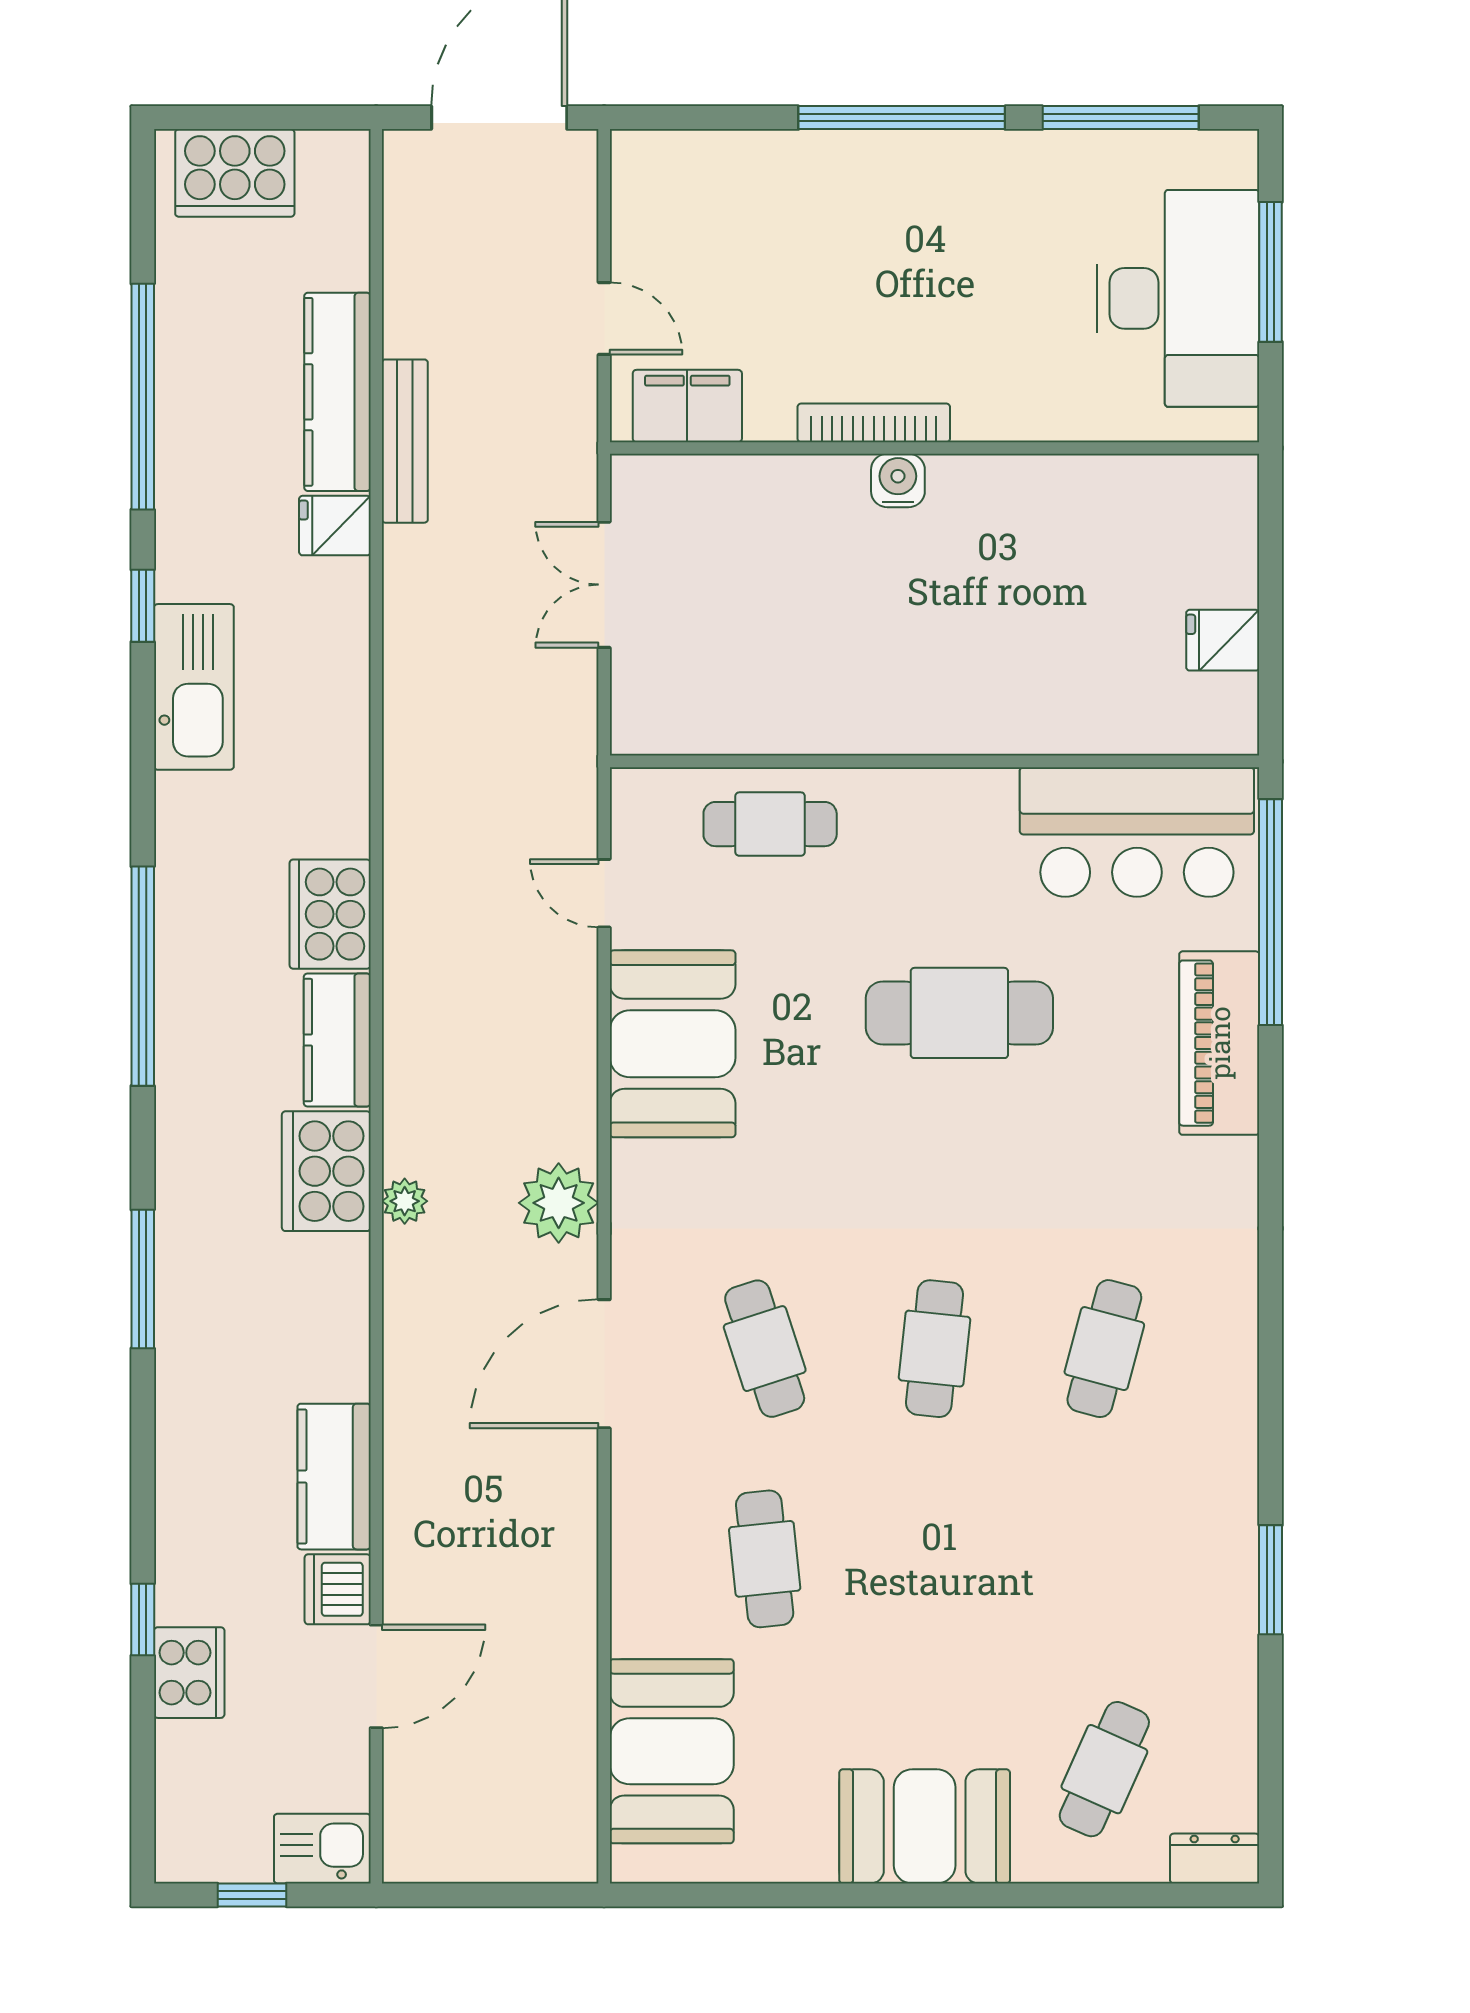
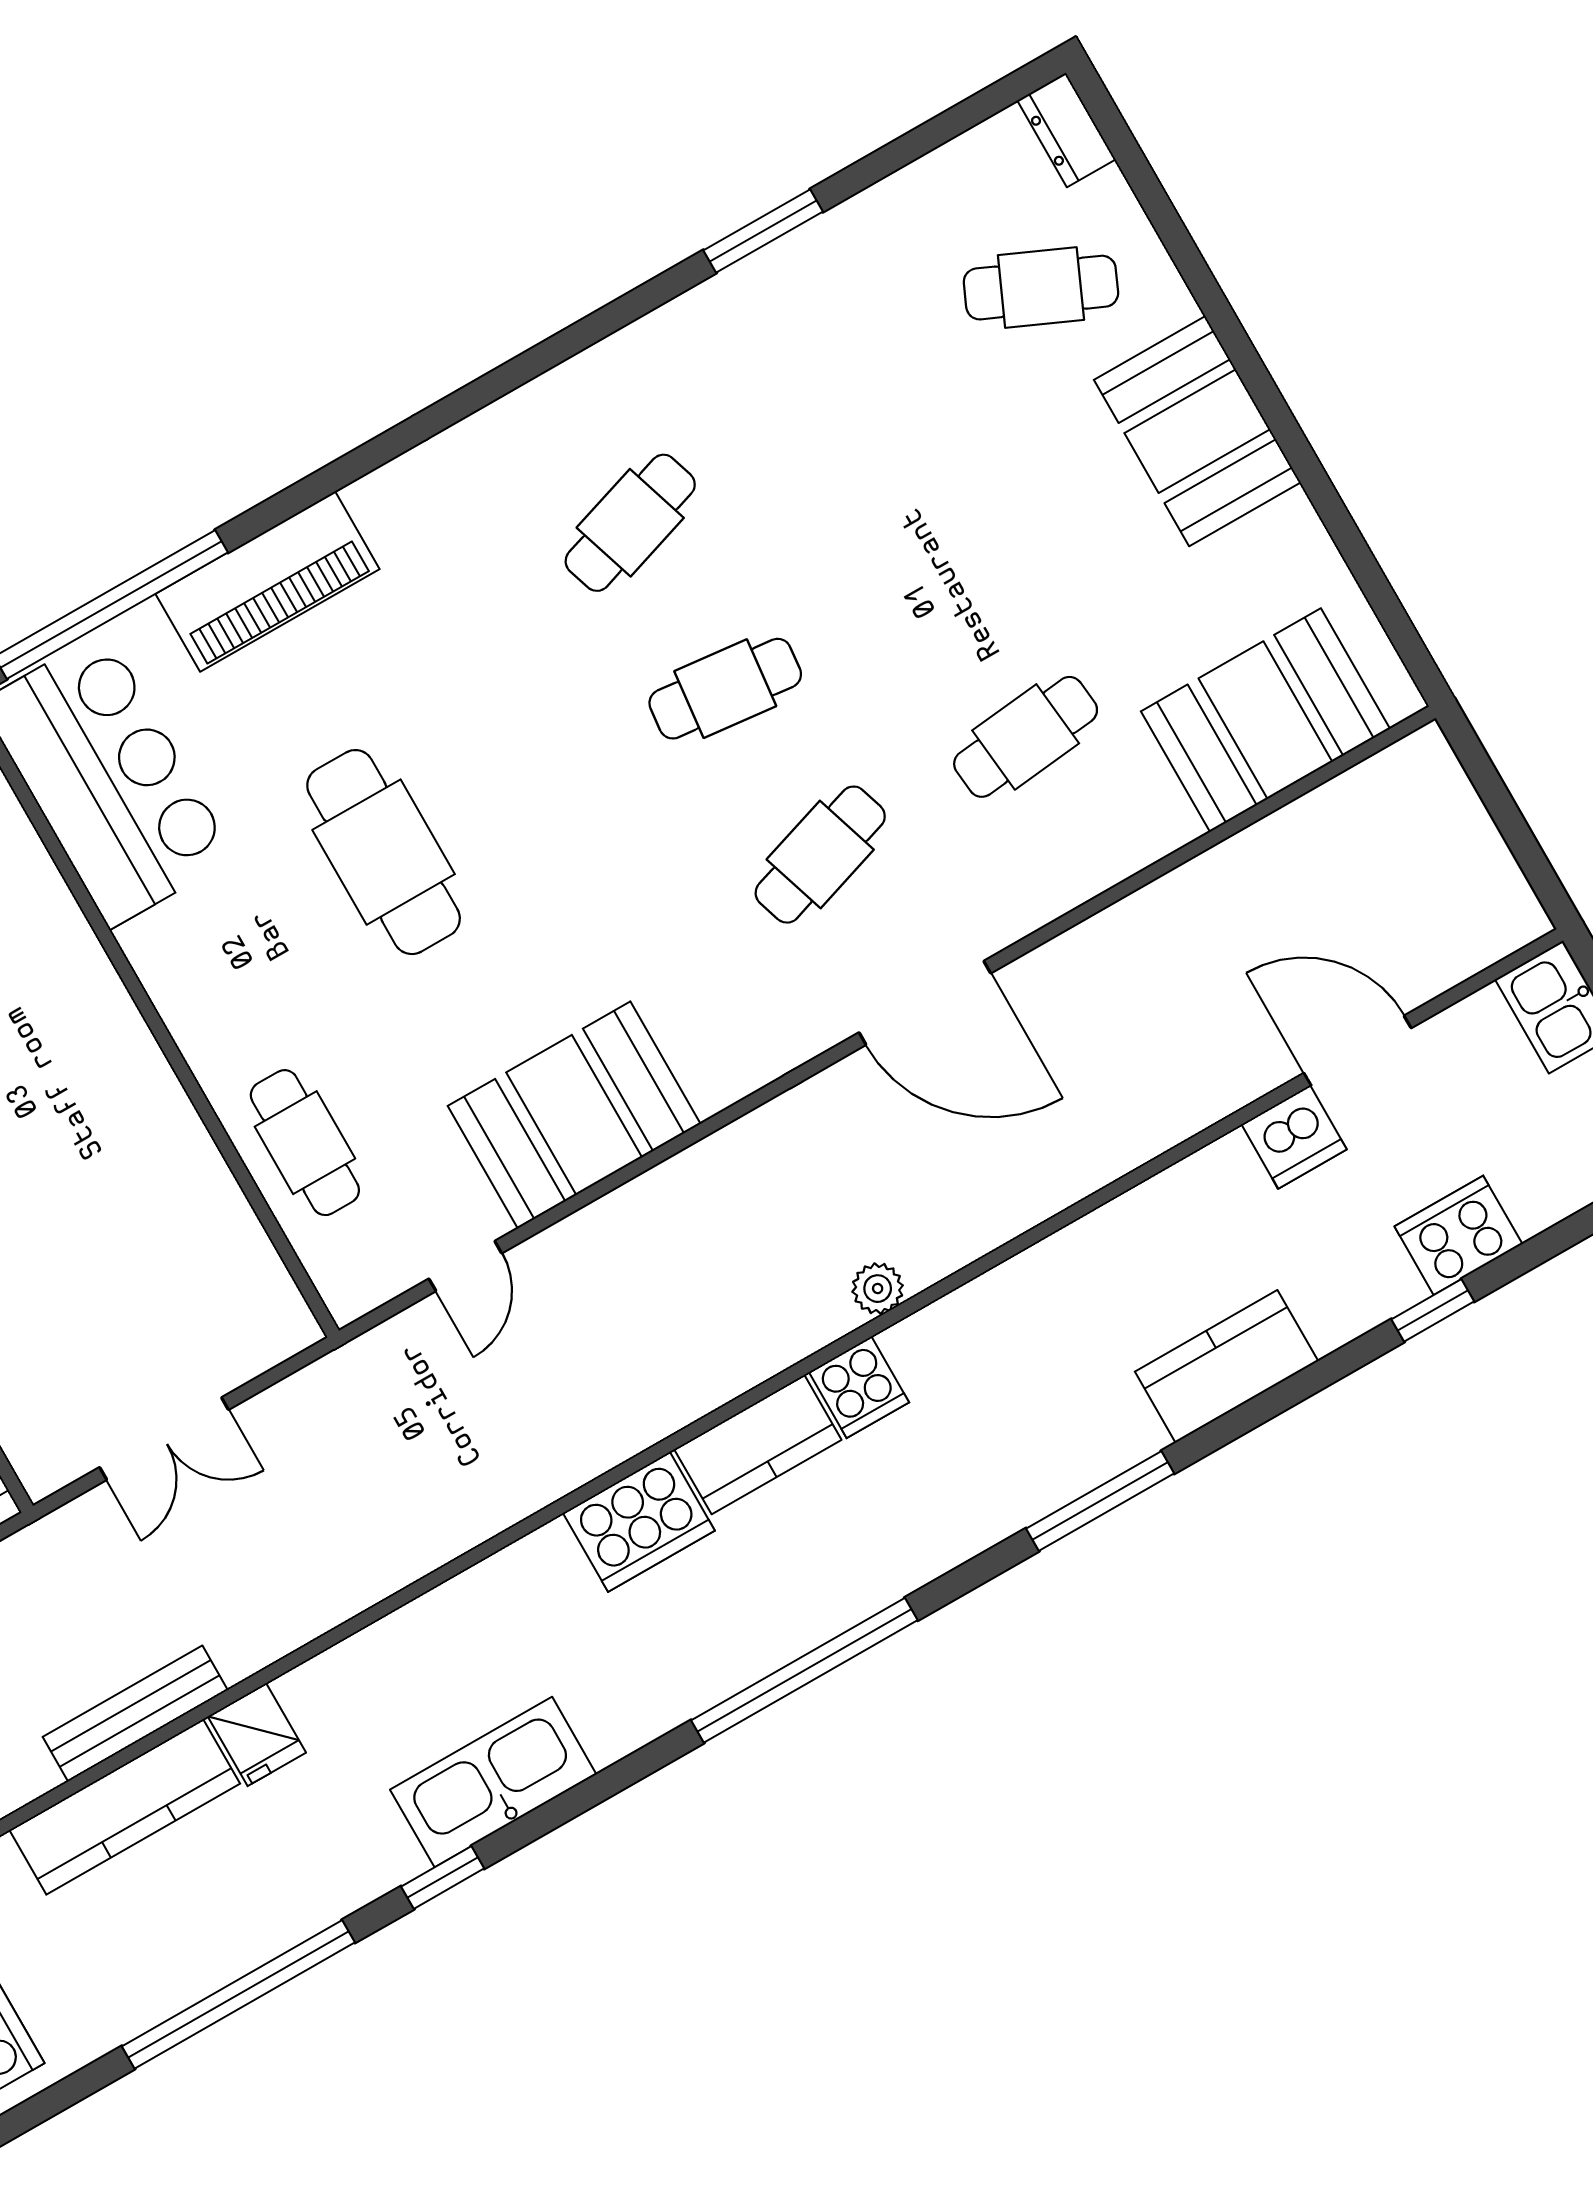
cooker: (326, 1171) -> (859, 1387), width x0.53, depth x0.76
plant: (559, 1203) -> (793, 1137), removed
cafe table: (1104, 1349) -> (630, 523), turned -33
kitchen counter: (334, 1477) -> (1227, 1366), moved, turned 180

